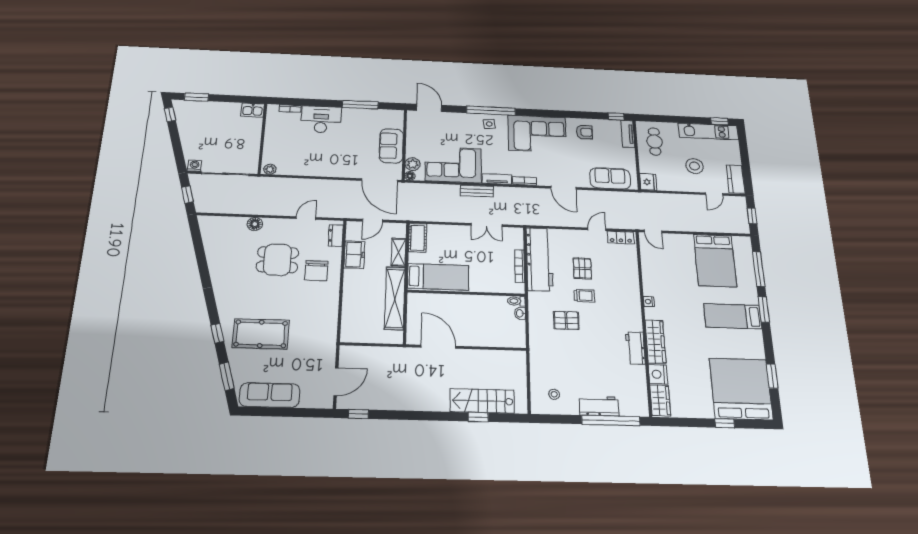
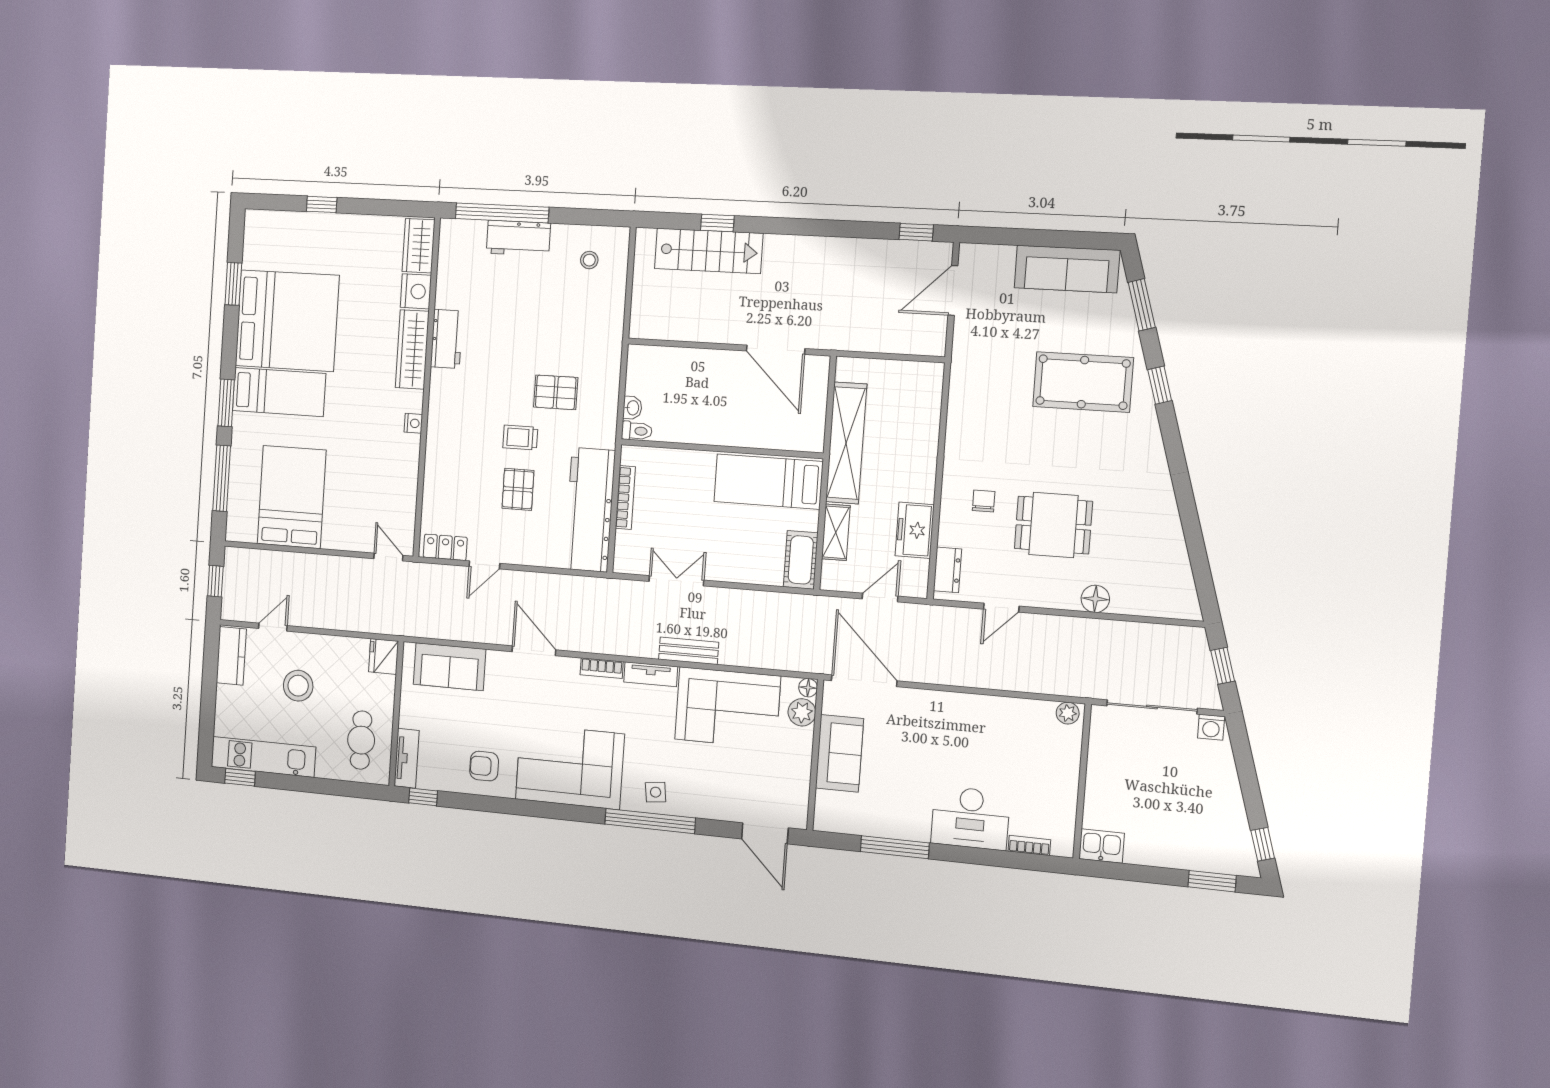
chair: (316, 271) -> (984, 501), width x0.54, depth x0.54
bed: (741, 389) -> (287, 321), moved, turned -90

